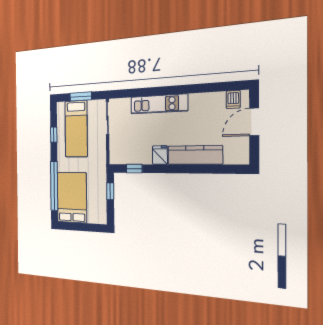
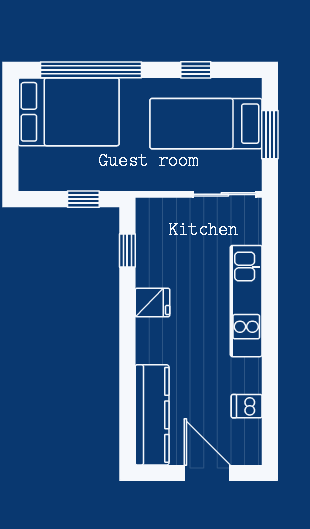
dishwasher: (233, 99) -> (247, 406), moved
kitchen counter: (195, 155) -> (152, 415), moved

